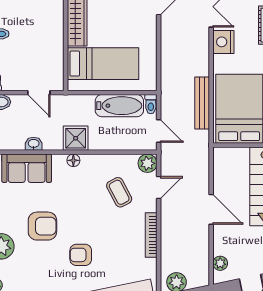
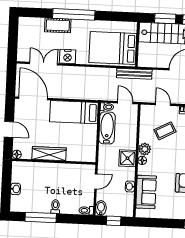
bed: (103, 64) -> (74, 112), moved, turned -90
bench: (202, 103) -> (134, 74), moved
door: (159, 131) -> (125, 103), hinge flipped
plant: (147, 163) -> (145, 149), moved

